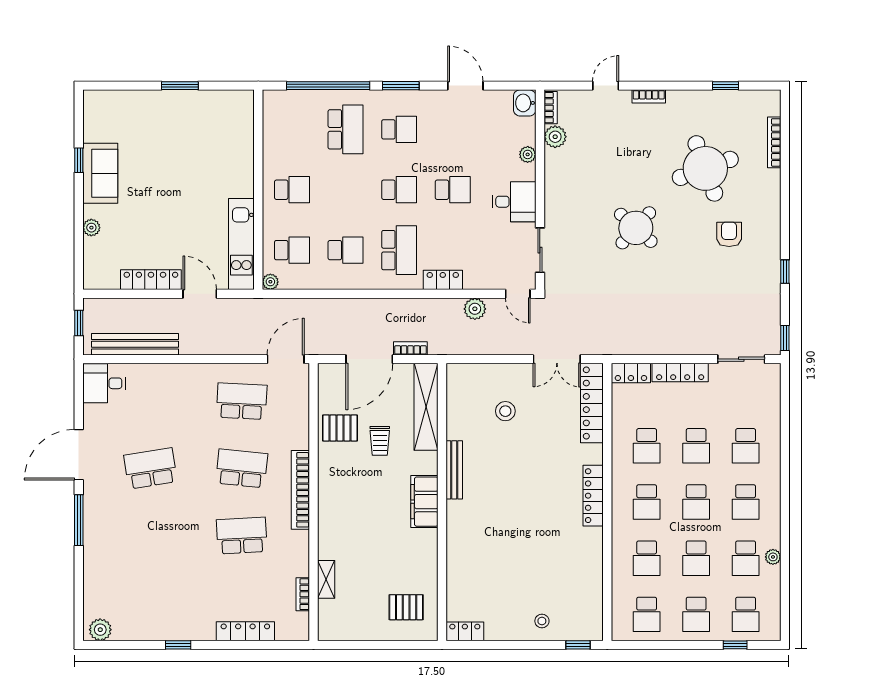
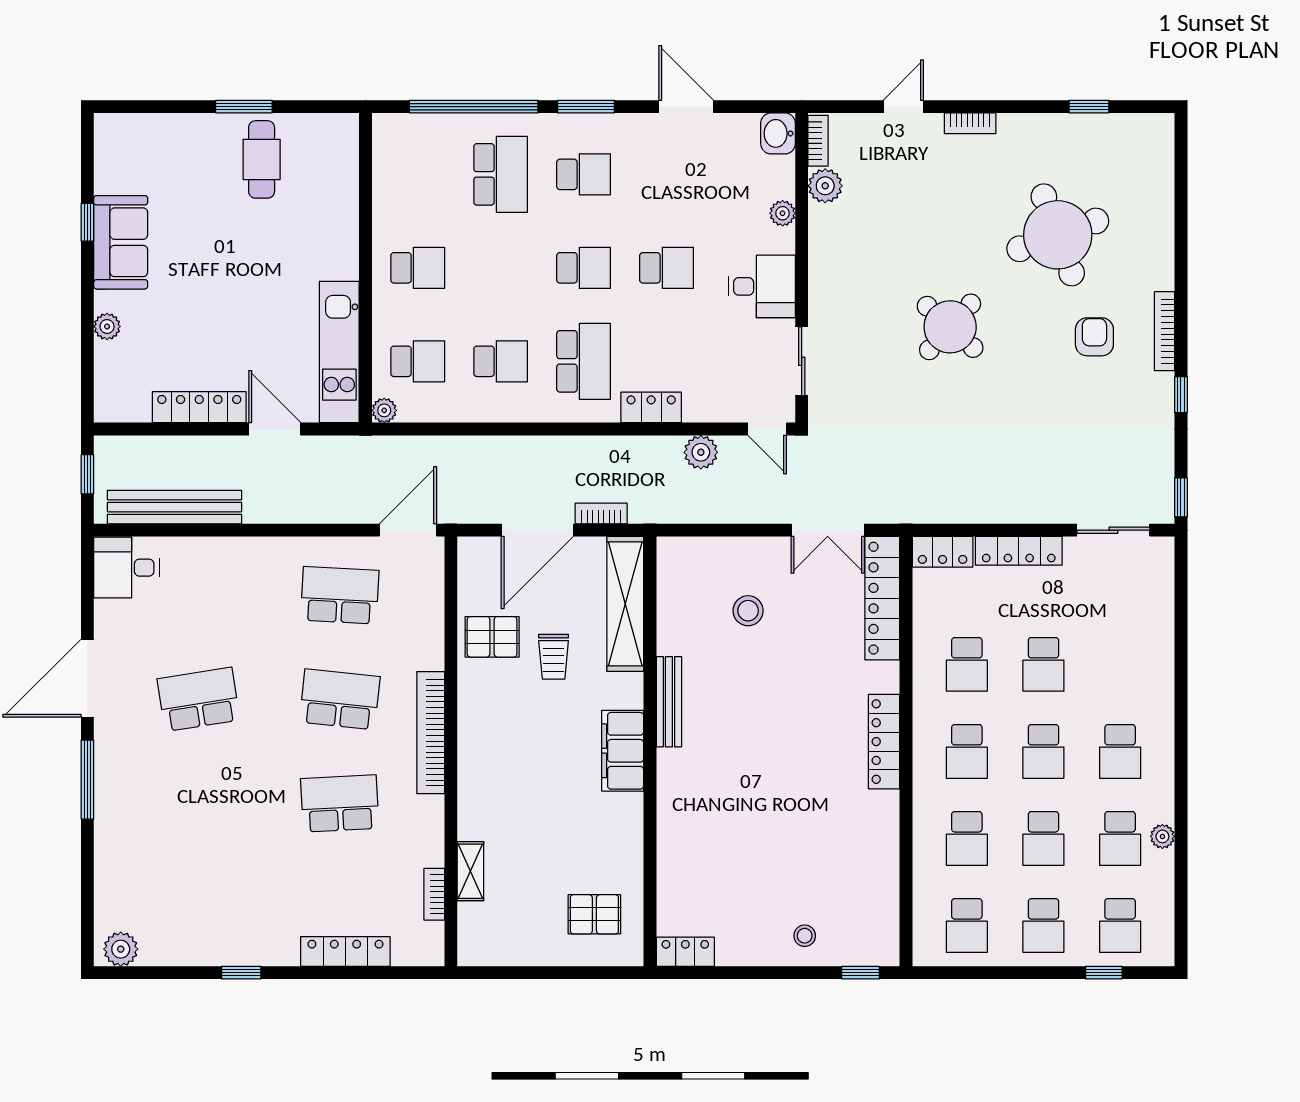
cafe table: (191, 120) -> (262, 159), added
bookcase: (774, 142) -> (1165, 331), moved
school desk: (746, 446) -> (1120, 664), removed

